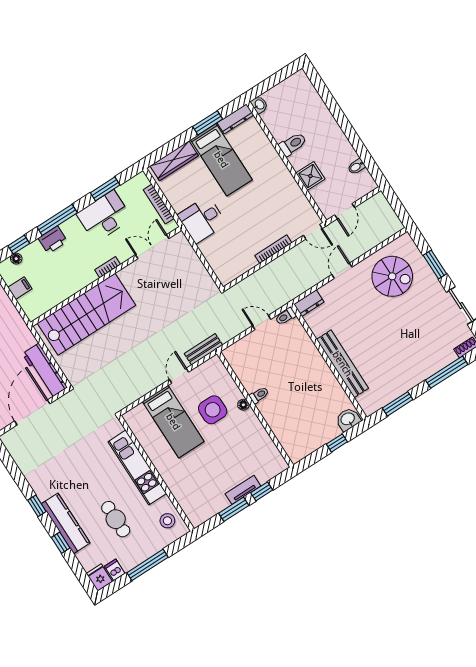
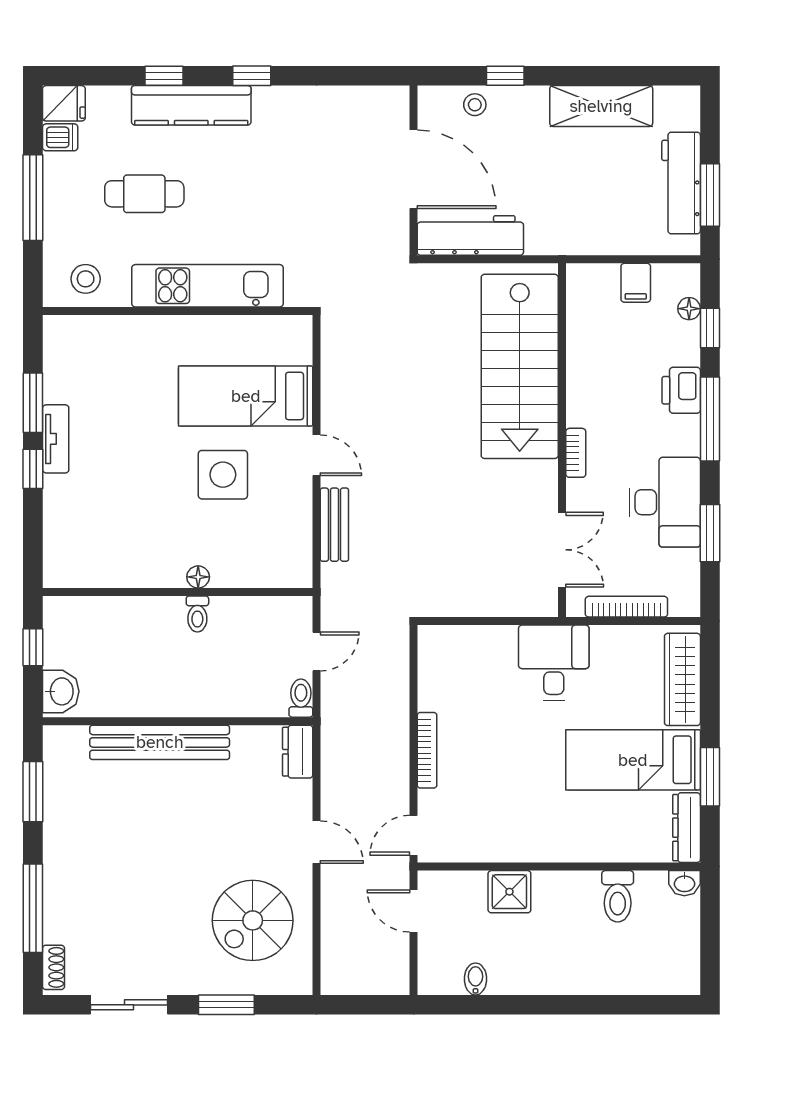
toilet: (293, 144) -> (618, 896), moved
toilet: (259, 395) -> (197, 614), moved
floor lamp: (243, 405) -> (198, 577), moved
wall: (255, 409) -> (178, 592), moved

